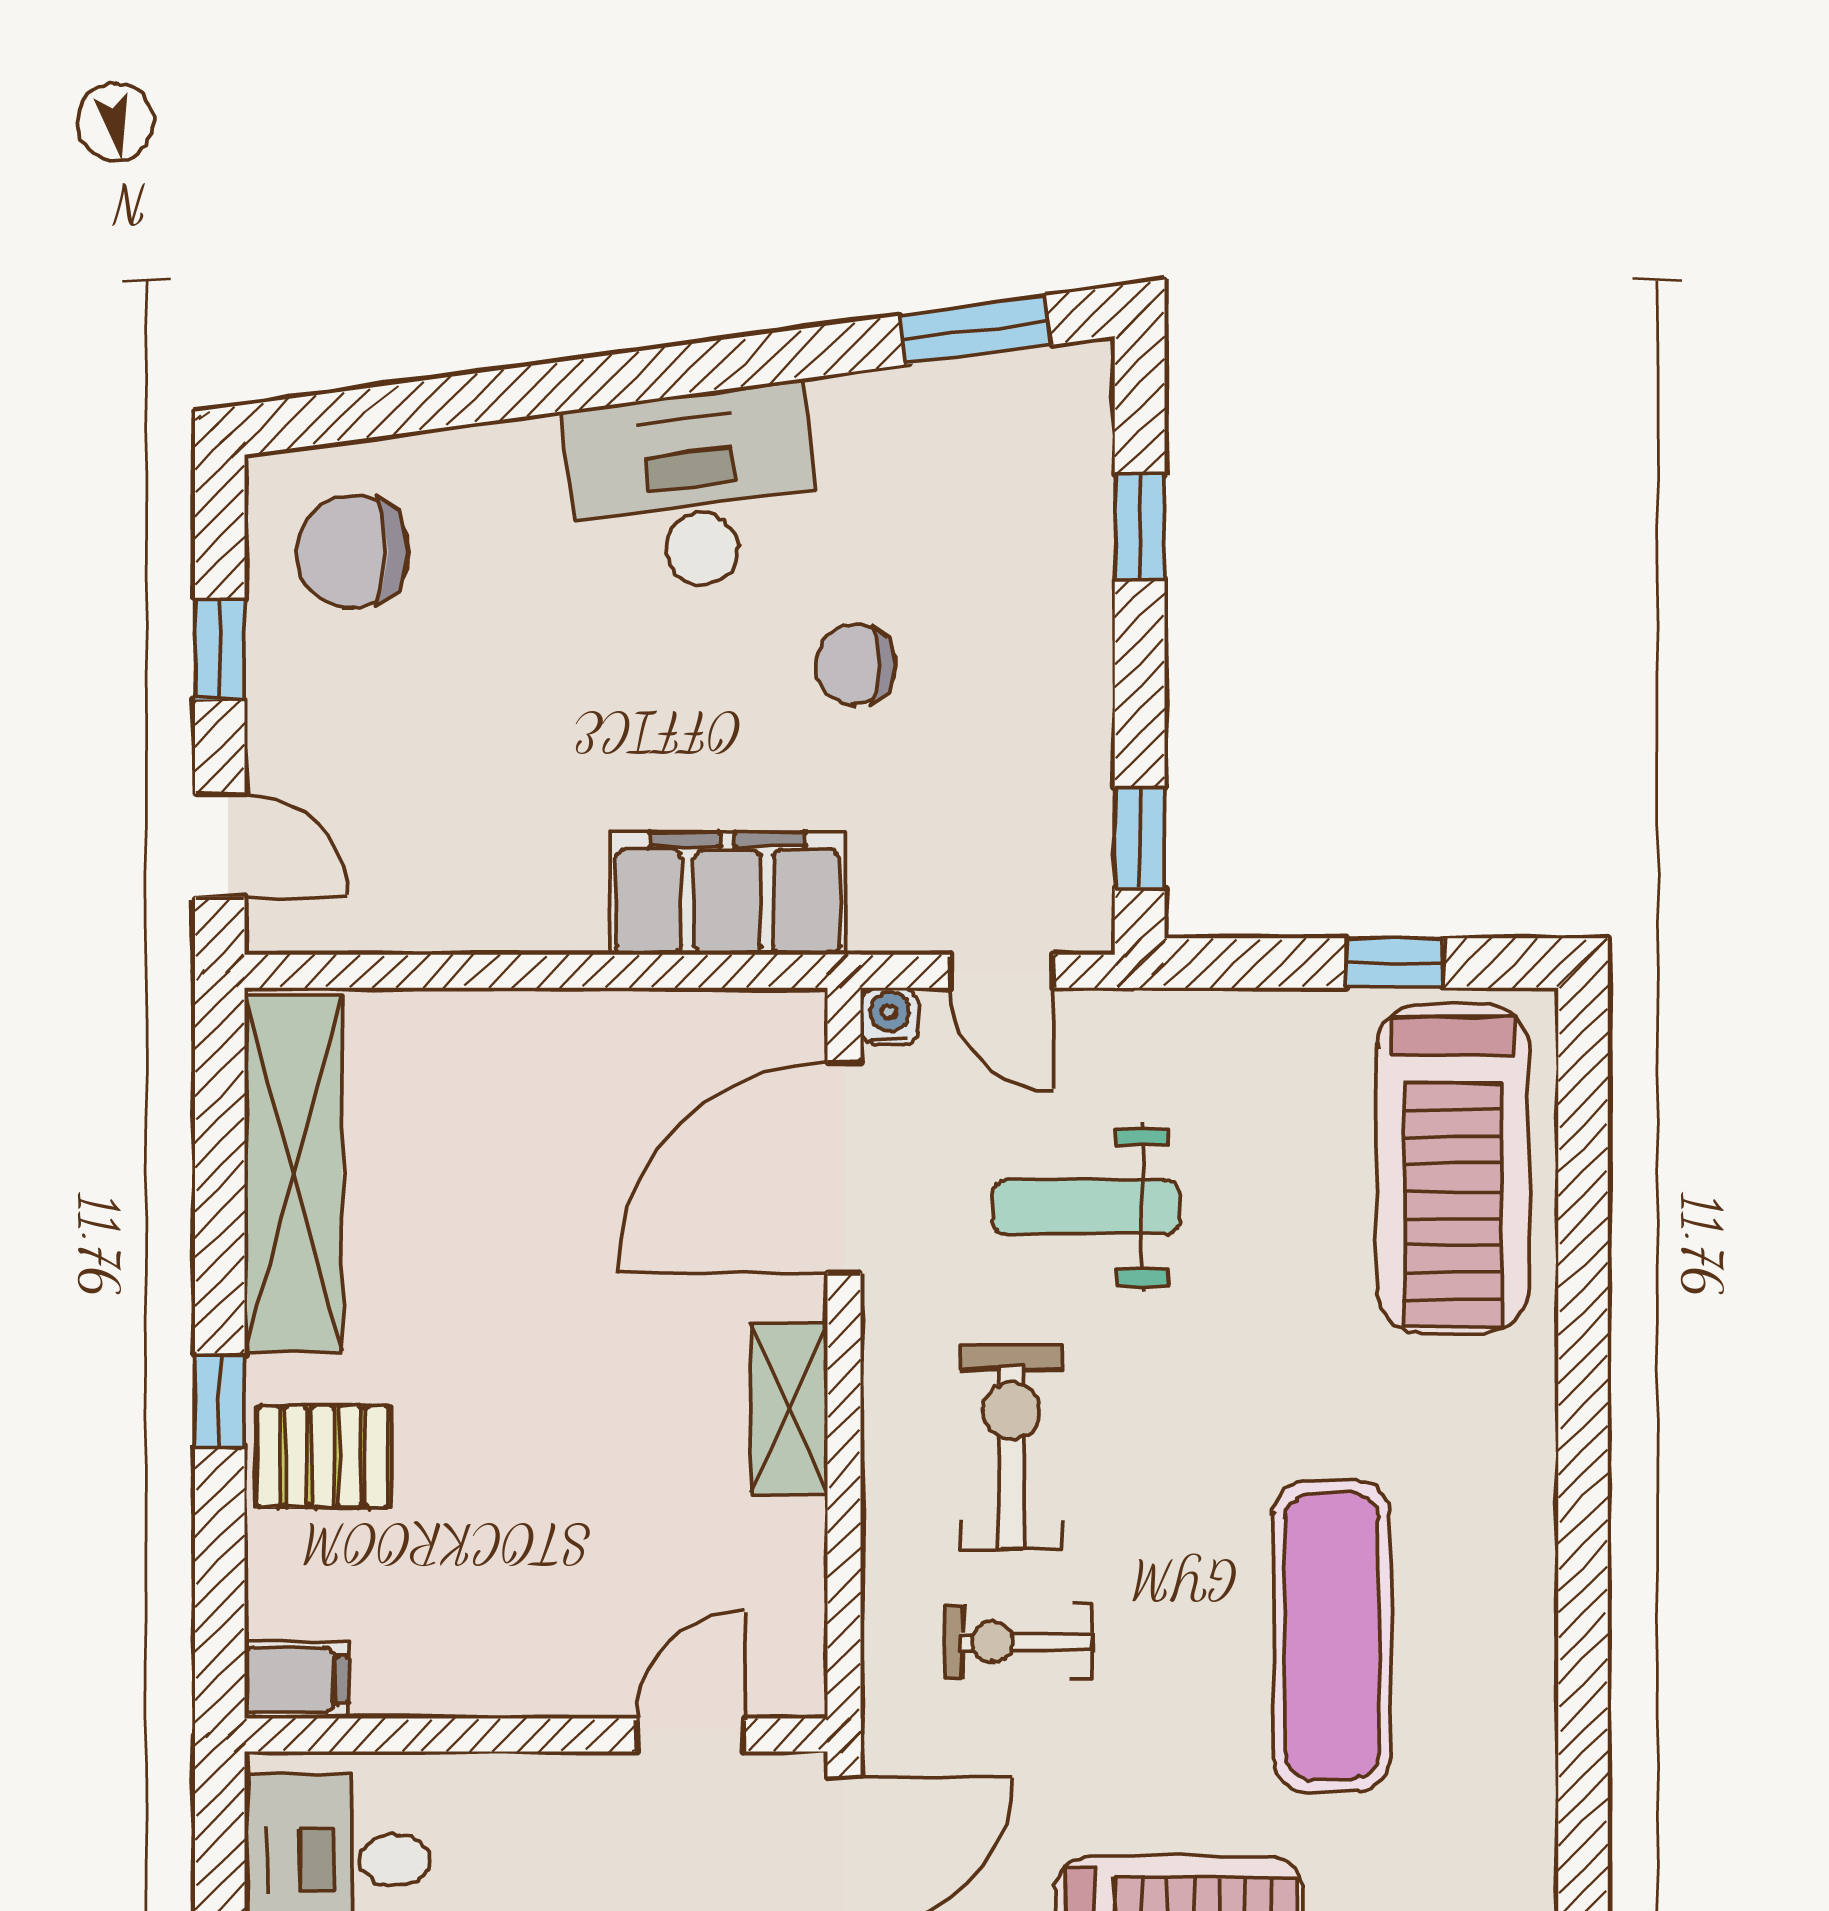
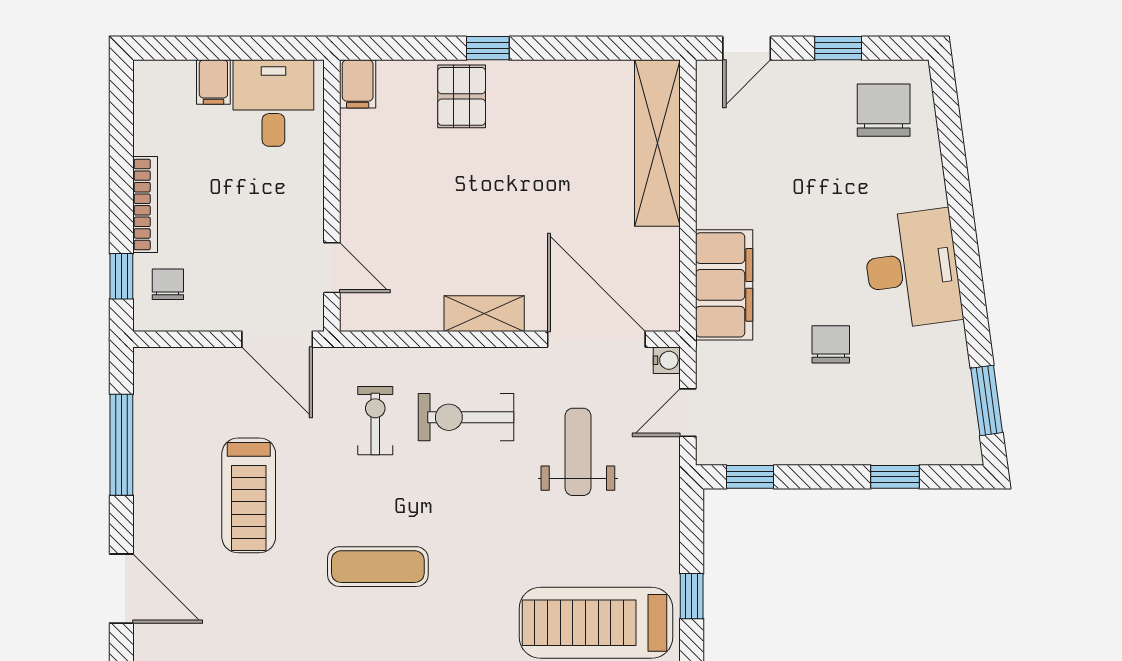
shelving: (293, 1173) -> (657, 143), moved, turned 90
exercise bike: (1011, 1447) -> (466, 417), turned 180
exercise mat: (1332, 1636) -> (378, 567), width x0.73, depth x0.69

